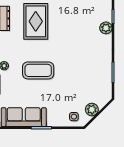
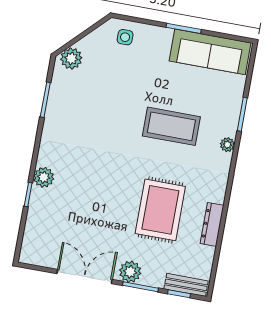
plant: (92, 110) -> (71, 58), moved

